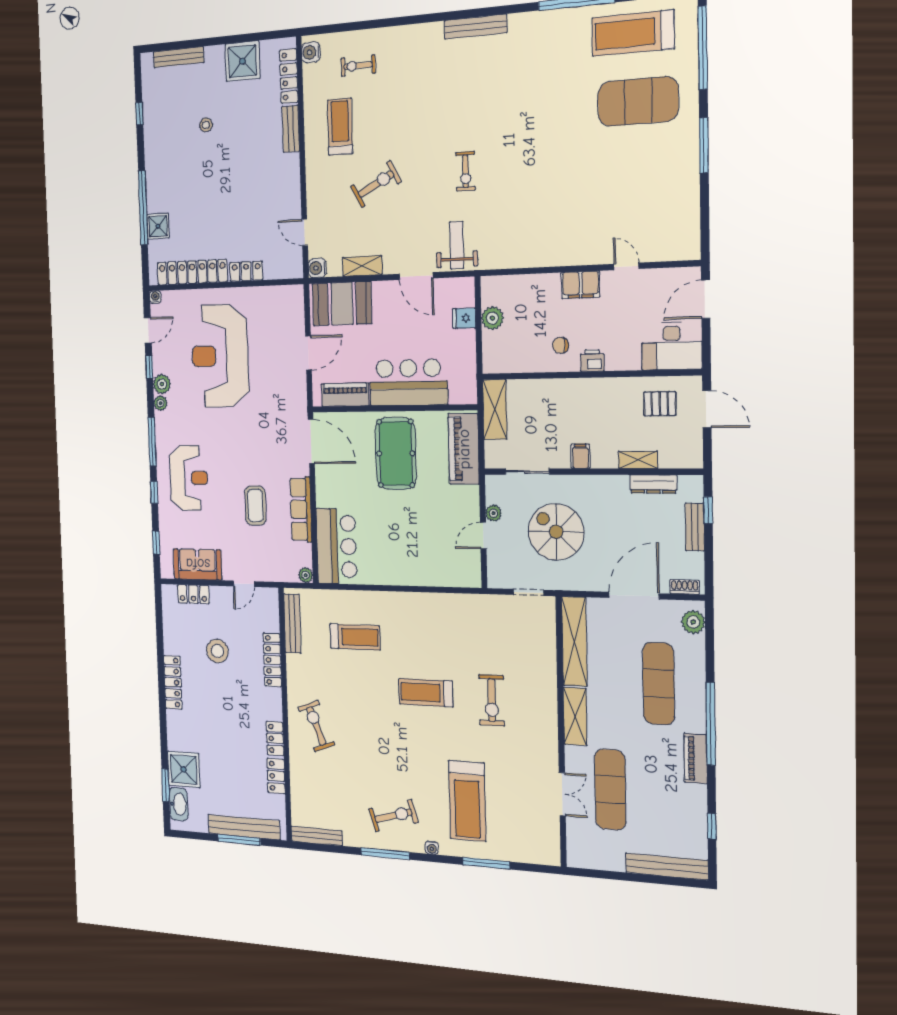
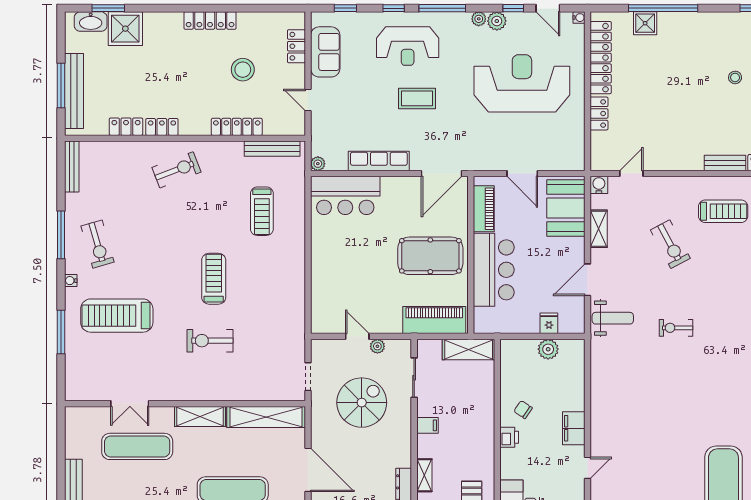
chair: (560, 345) -> (523, 410), turned -56
coffee table: (255, 505) -> (417, 98), moved

